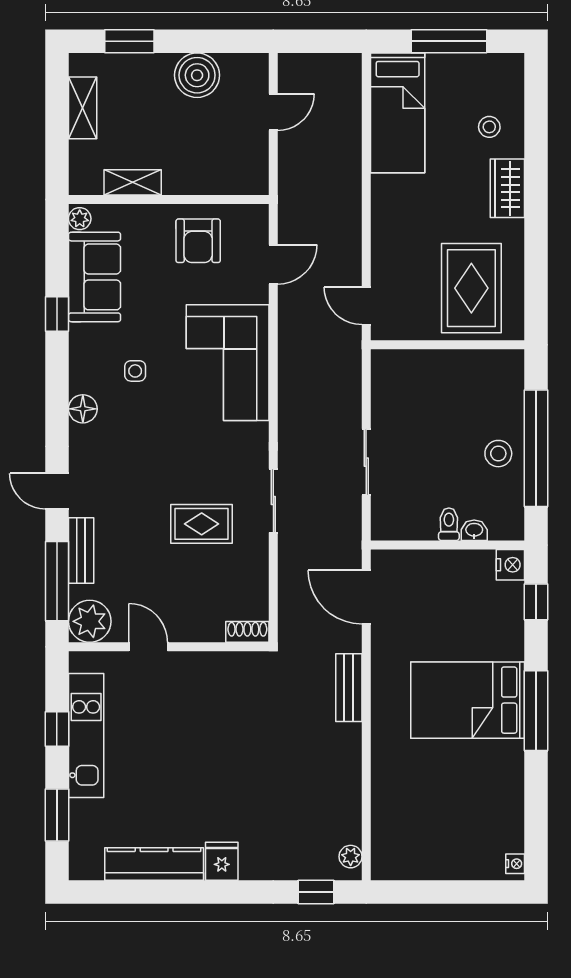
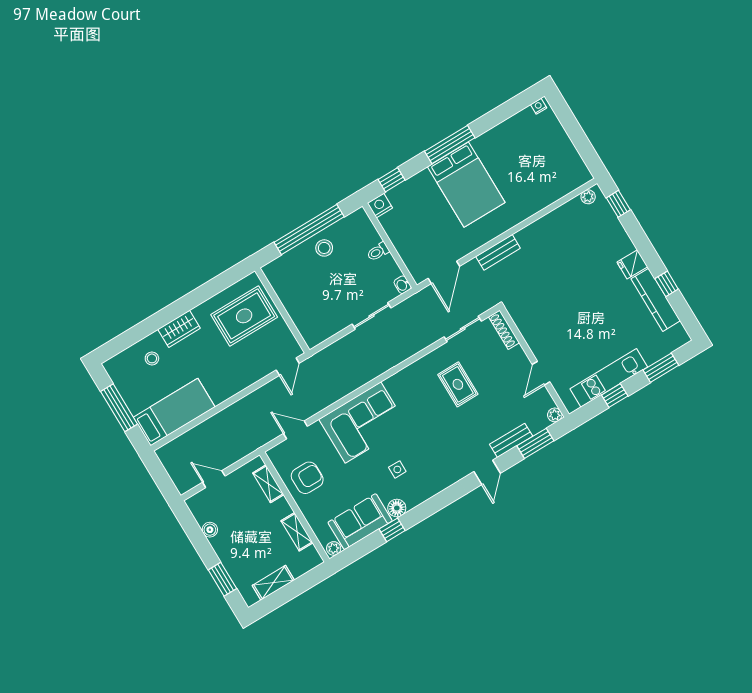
boiler: (197, 75) -> (210, 530), width x0.54, depth x0.54
shelving: (222, 183) -> (268, 484), added
floor lamp: (83, 409) -> (397, 508), moved
sliding door: (273, 501) -> (463, 329), moved
washbasin: (474, 530) -> (403, 285), moved
window: (57, 581) -> (535, 443), width x0.69
plant: (90, 621) -> (555, 415), width x0.53, depth x0.53
shoe rack: (247, 632) -> (504, 330), width x1.43
window: (167, 892) -> (667, 284), added

